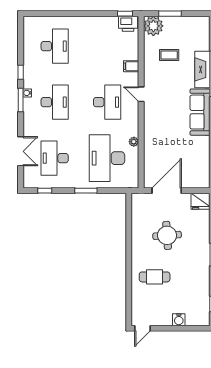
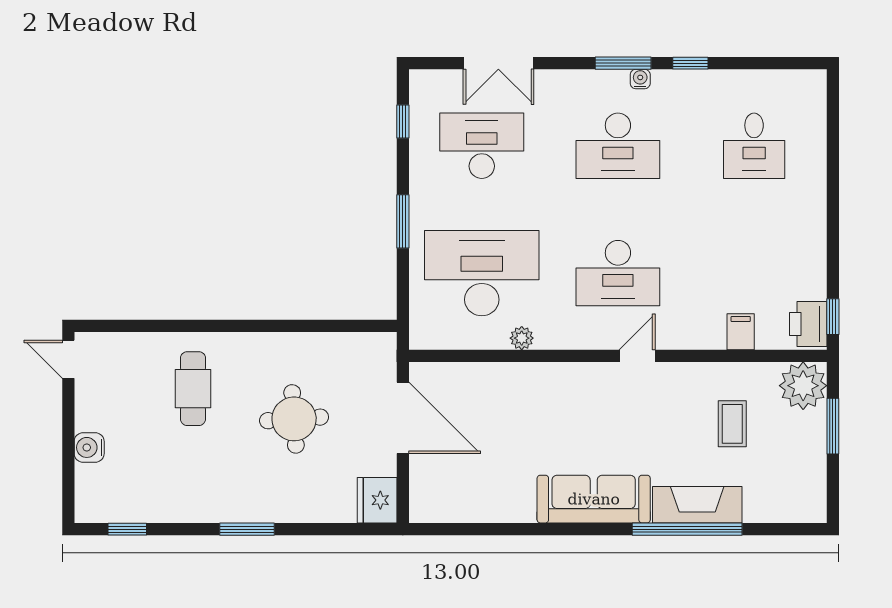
desk: (55, 46) -> (754, 146), width x0.73
filing cabinet: (131, 66) -> (741, 332), moved

